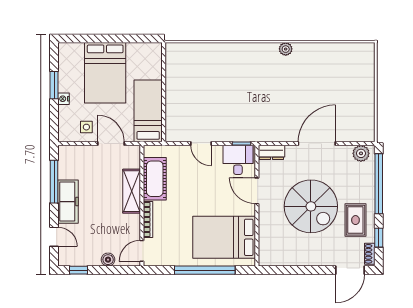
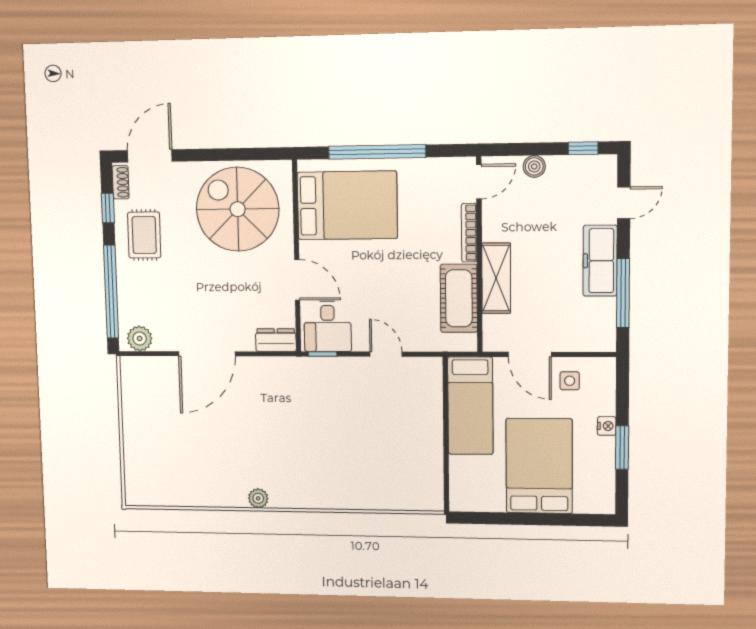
spiral stairs: (311, 206) -> (238, 209), moved
door: (54, 237) -> (624, 203), swing flipped

